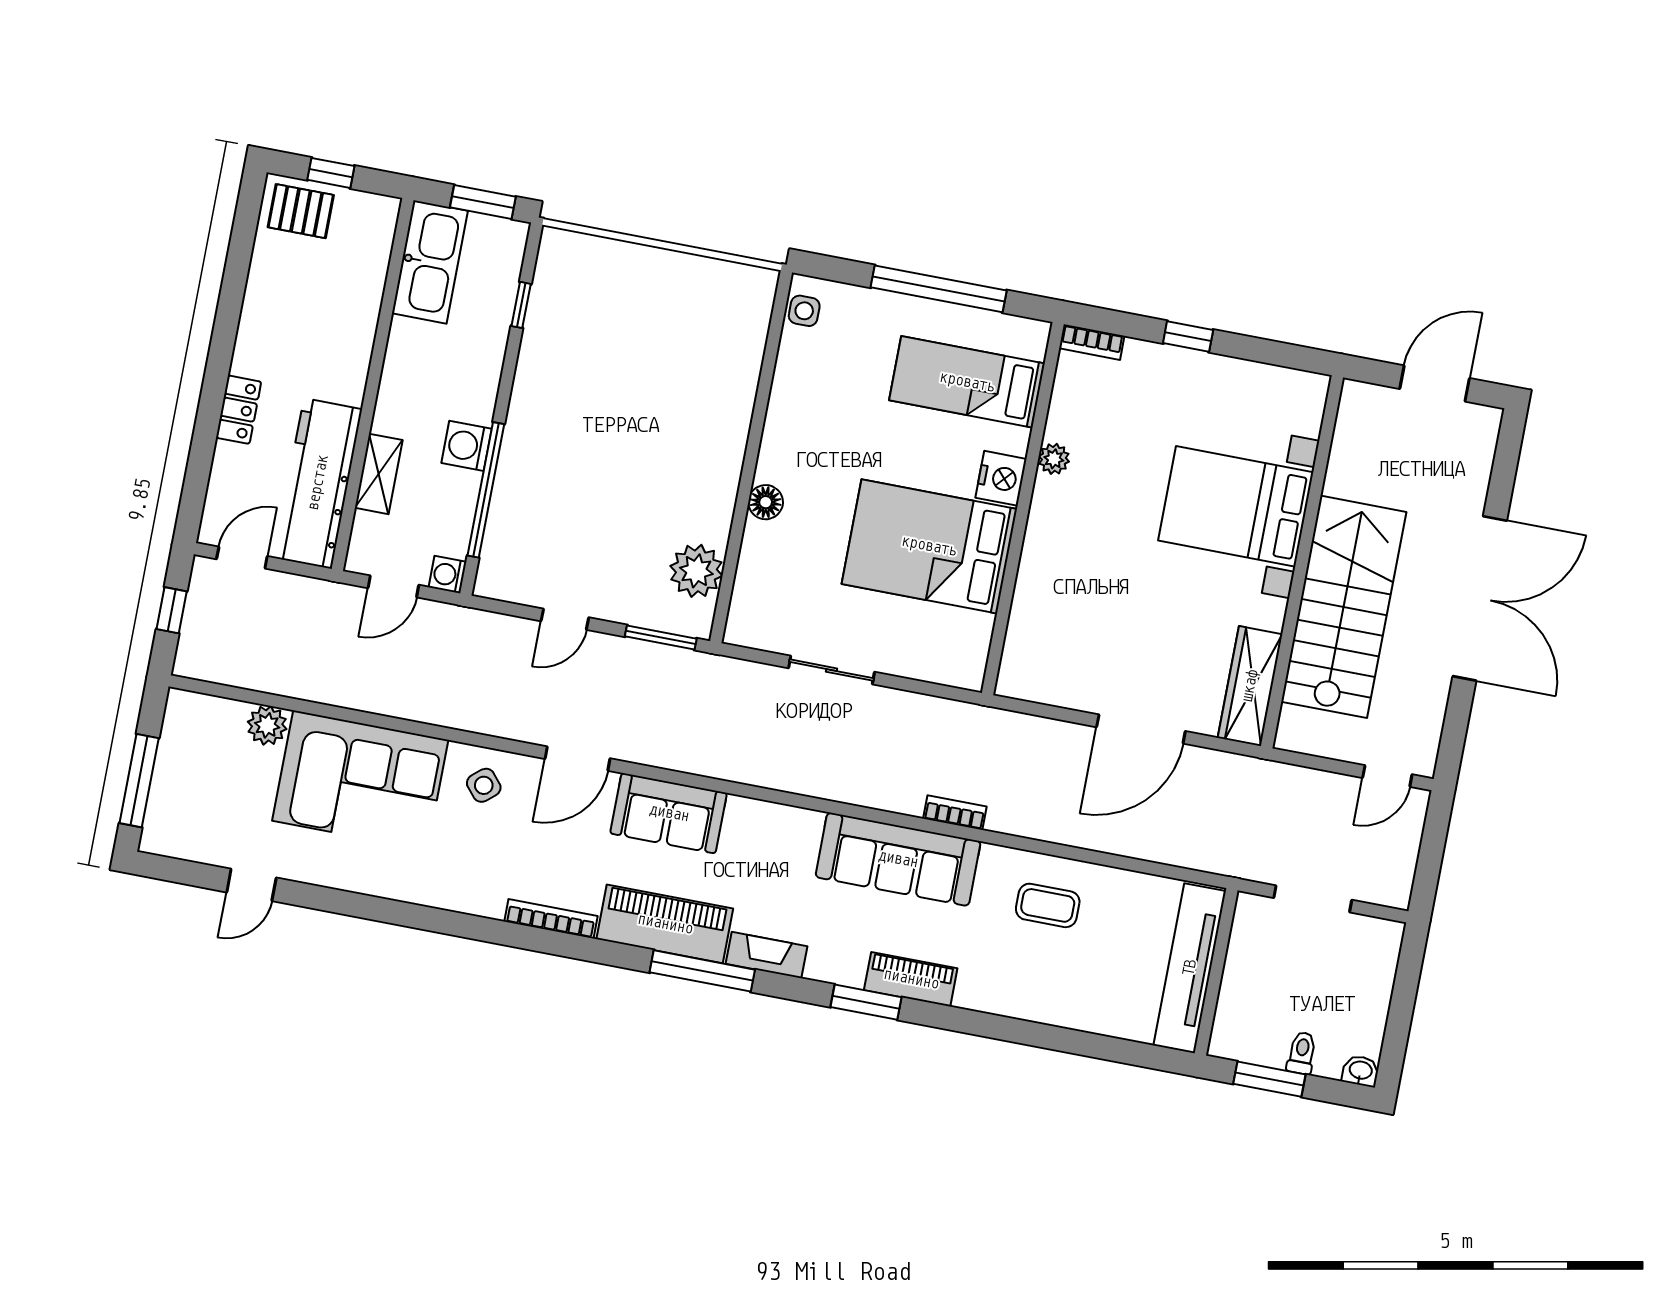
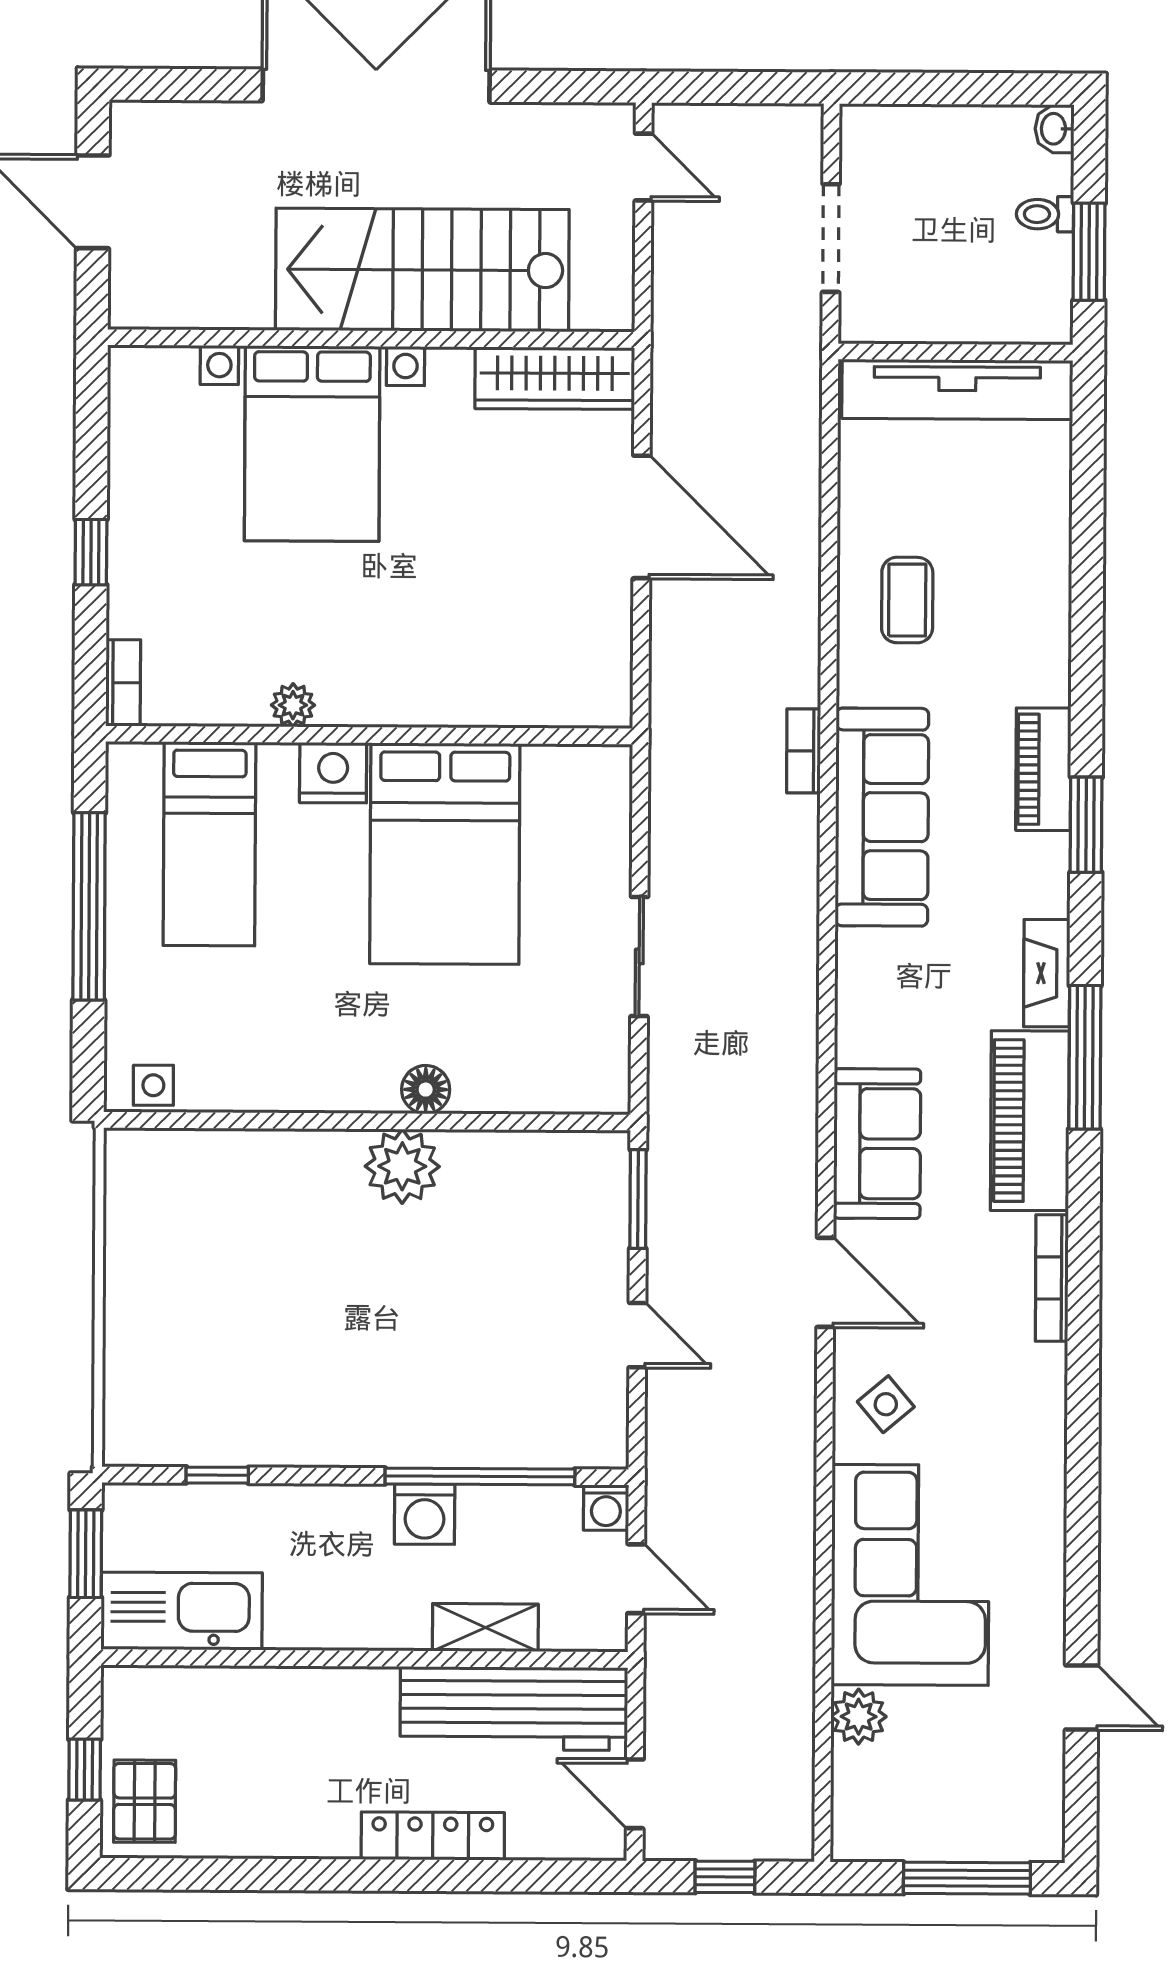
locker: (239, 410) -> (433, 1836), width x1.53
plant: (696, 571) -> (402, 1166), moved

